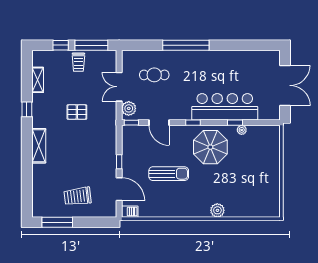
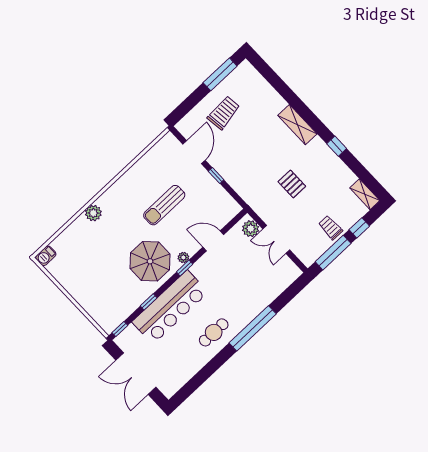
cafe table: (154, 75) -> (214, 332), moved
shelving: (38, 80) -> (365, 194), moved
double door: (119, 87) -> (276, 239), swing flipped
pallet: (77, 112) -> (292, 184), turned 90
window: (131, 123) -> (120, 329), moved
plant: (242, 130) -> (183, 257), moved
door: (119, 189) -> (194, 152), swing flipped
barbecue: (130, 212) -> (46, 256), moved

